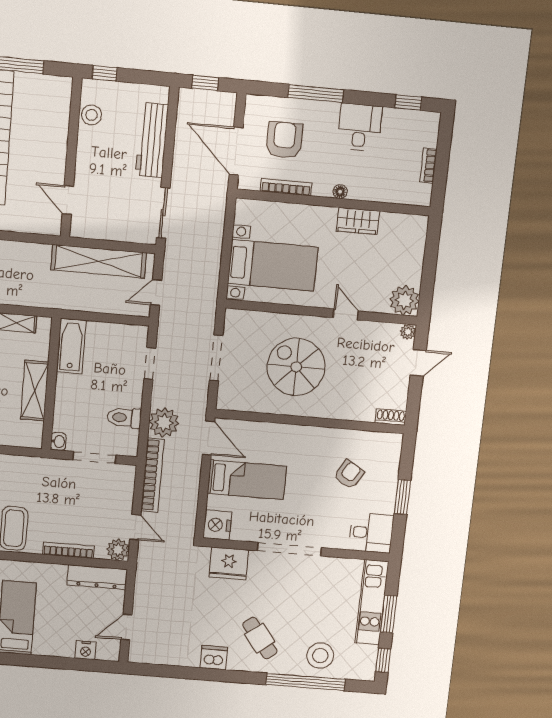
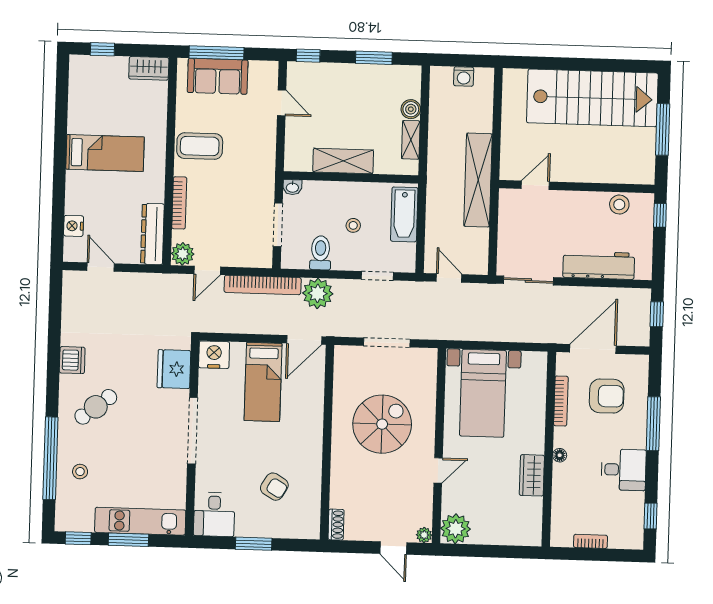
shelving: (99, 261) -> (478, 180), moved
bathtub: (71, 346) -> (404, 214), moved, turned 90
stool: (99, 384) -> (353, 225), added
stool: (320, 655) -> (80, 472), width x0.53, depth x0.53

